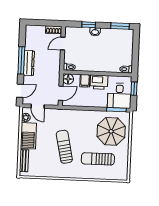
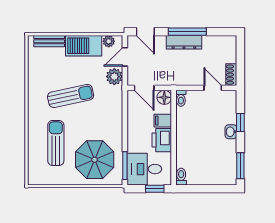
plant: (52, 115) -> (114, 77), added

